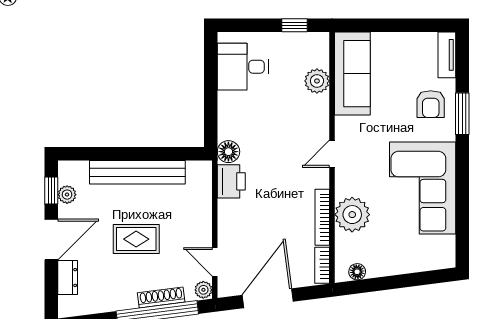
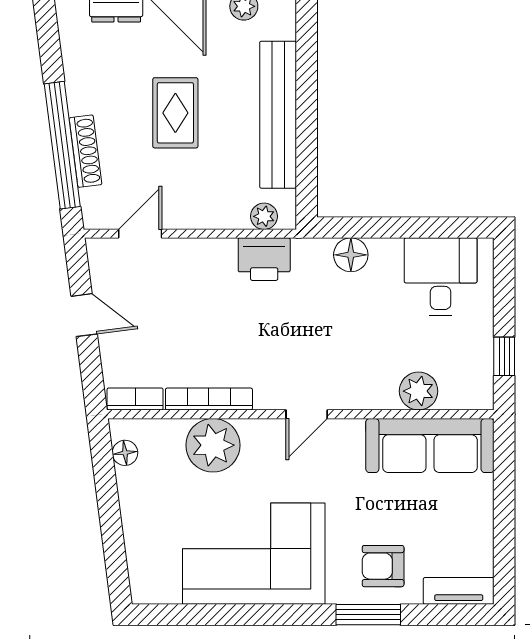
floor lamp: (228, 152) -> (351, 255), moved
door: (332, 154) -> (307, 414), swing flipped
plant: (203, 290) -> (264, 216), moved
door: (268, 298) -> (84, 315), width x0.53

